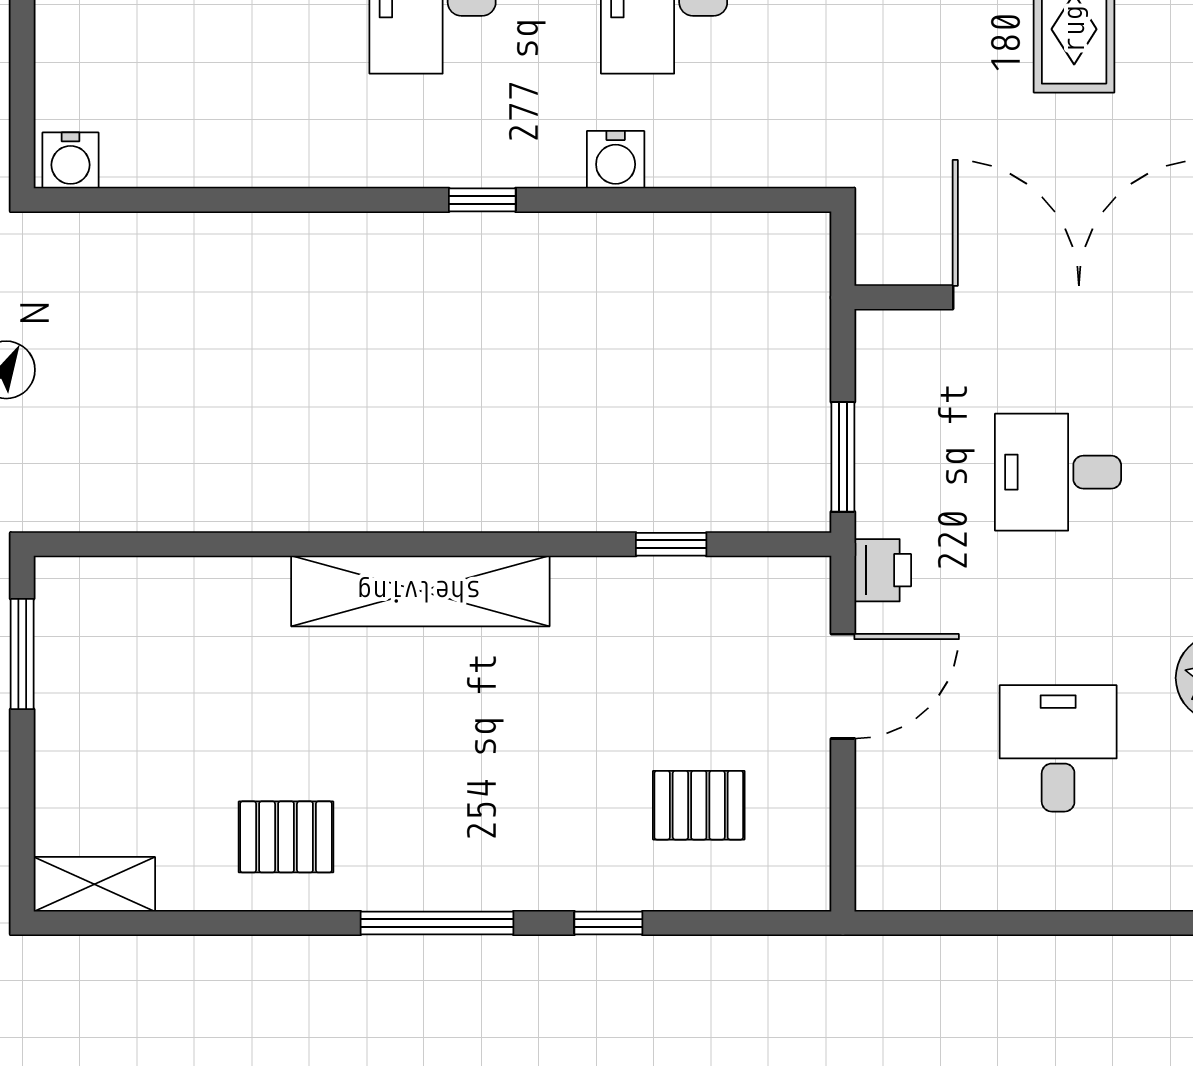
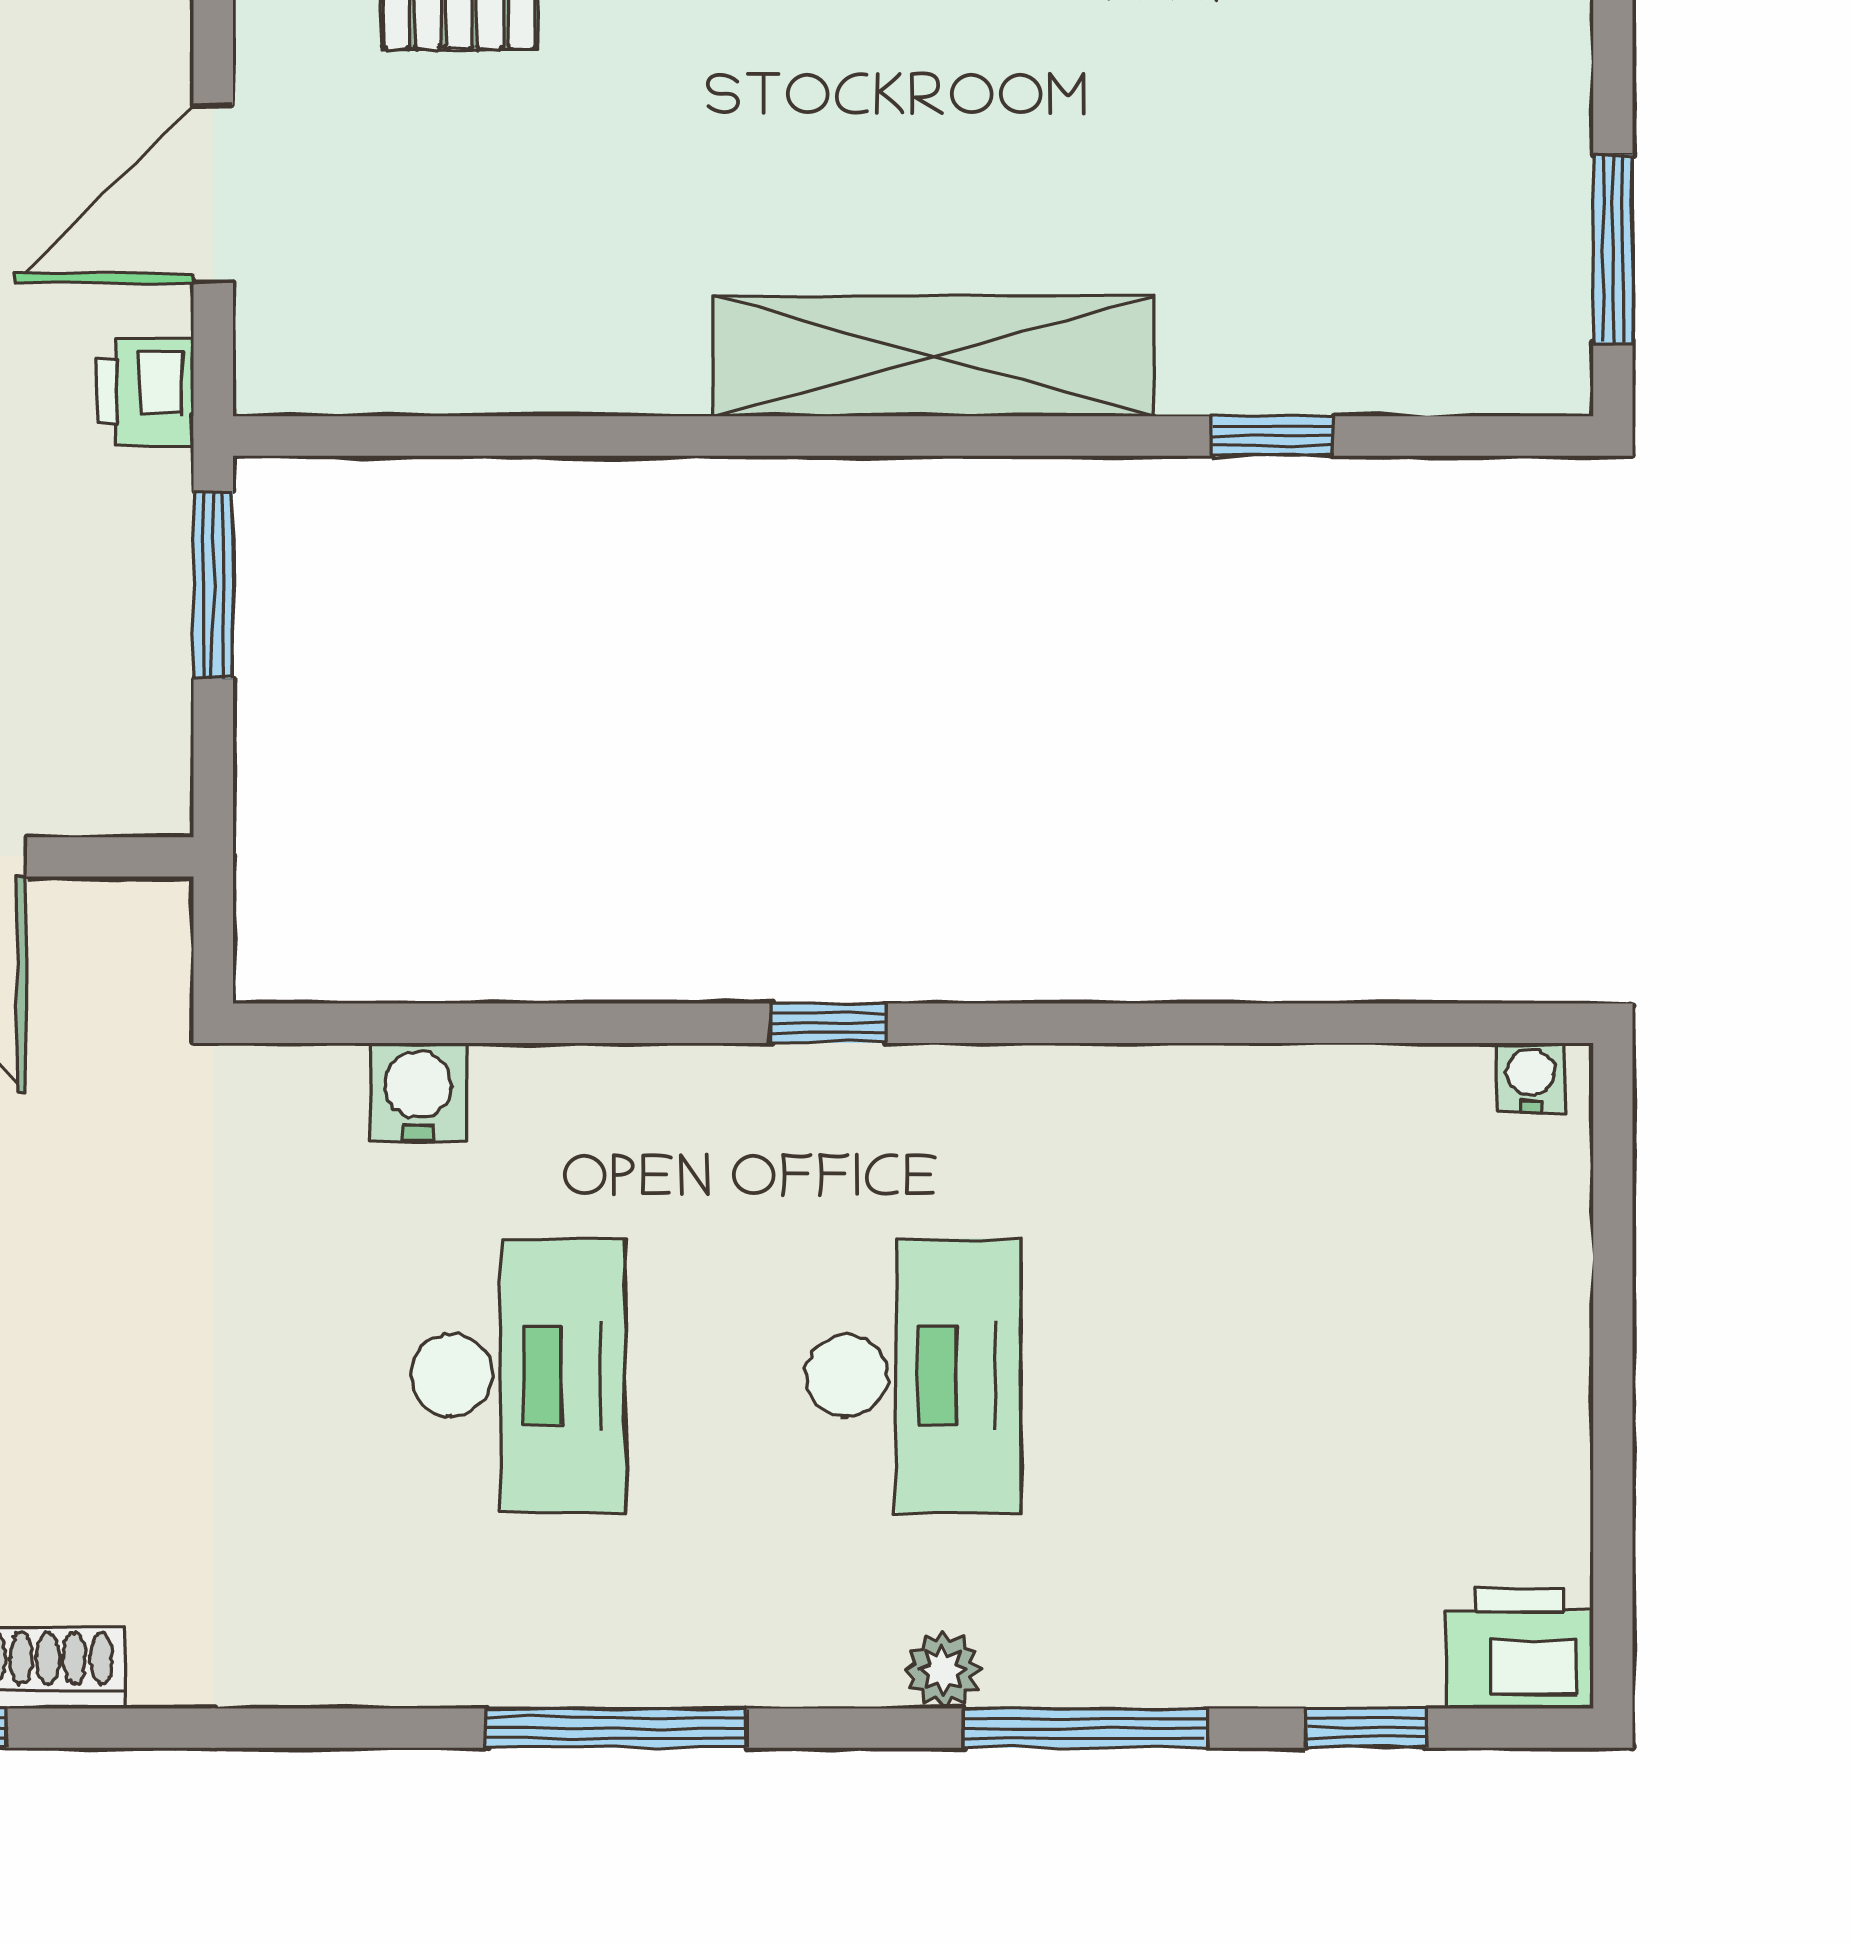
water cooler: (71, 160) -> (1531, 1077), width x0.72, depth x0.72
water cooler: (616, 160) -> (418, 1092), moved
window: (671, 544) -> (1272, 436), moved

